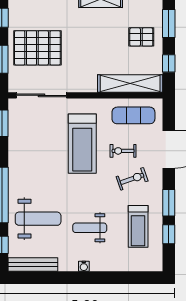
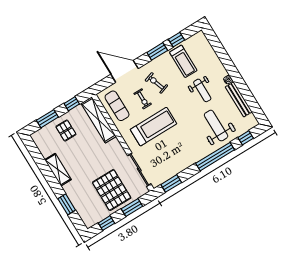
treadmill: (138, 226) -> (183, 61), turned 90
bench: (33, 265) -> (239, 99), moved

